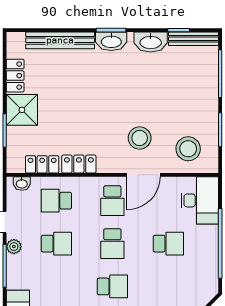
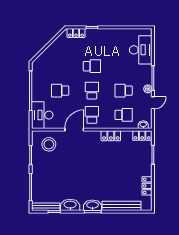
shower: (22, 110) -> (143, 166), removed
stool: (140, 138) -> (76, 150), removed
locker: (42, 164) -> (142, 136), moved
school desk: (112, 286) -> (92, 66), turned 180

